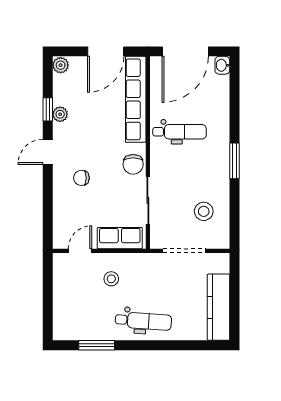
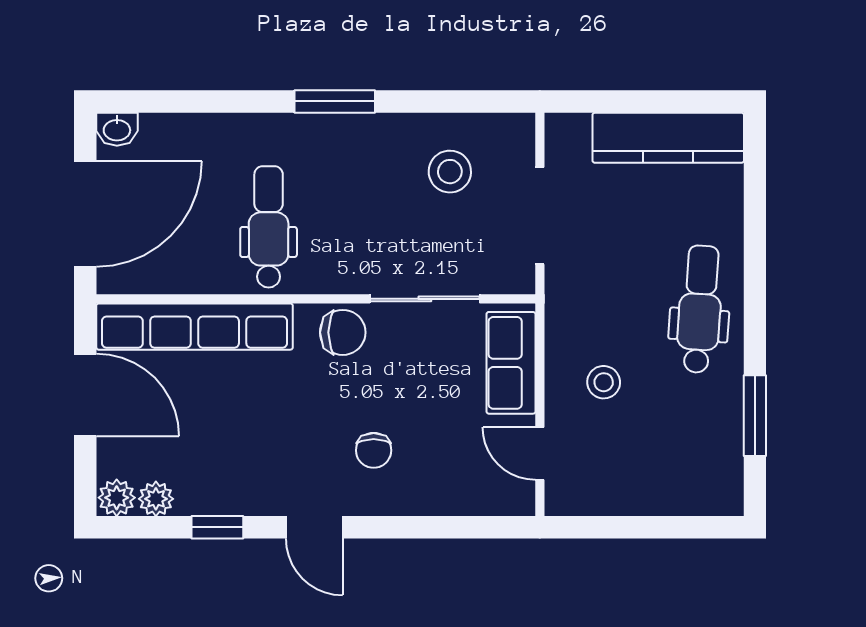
door: (185, 51) -> (85, 214), hinge flipped
plant: (60, 114) -> (156, 499), moved

